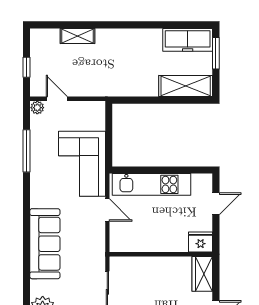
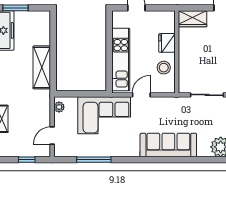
shelving: (186, 86) -> (42, 67), moved
plant: (37, 108) -> (59, 107), moved
stool: (141, 238) -> (164, 68), added
fridge: (201, 242) -> (167, 43), moved

